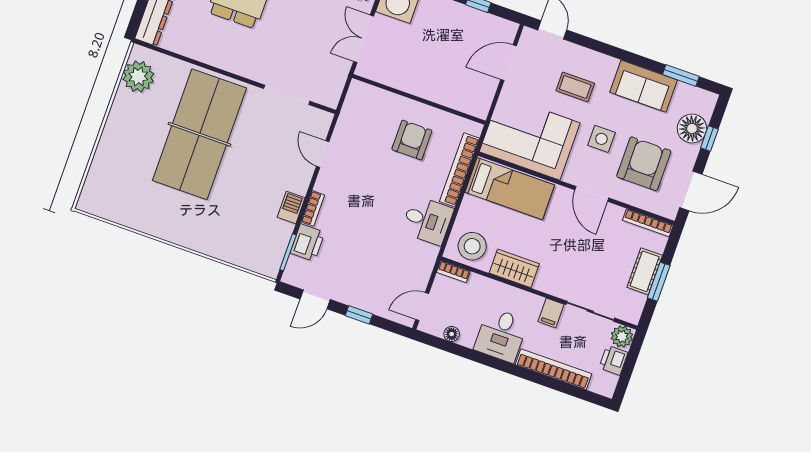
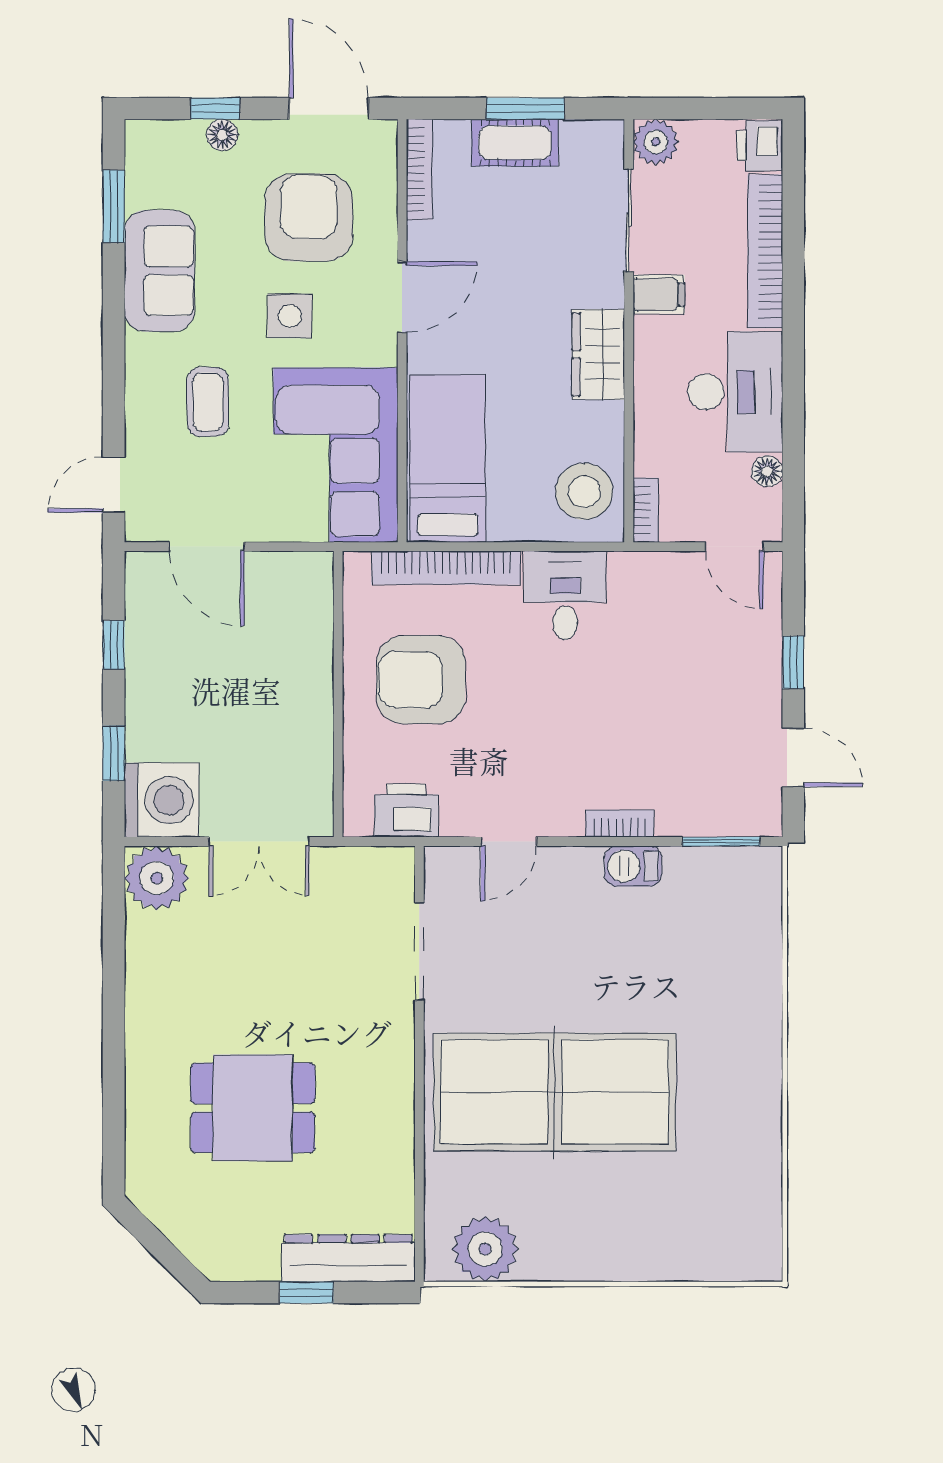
floor lamp: (692, 129) -> (222, 135), width x0.53, depth x0.53
armchair: (412, 140) -> (421, 680), width x1.36, depth x1.36
armchair: (644, 164) -> (309, 218), turned 90
printer: (307, 243) -> (406, 811), moved
wardrobe: (514, 268) -> (598, 354), moved
desk: (501, 335) -> (735, 392), width x1.37
printer: (613, 360) -> (760, 146), moved, turned 90

